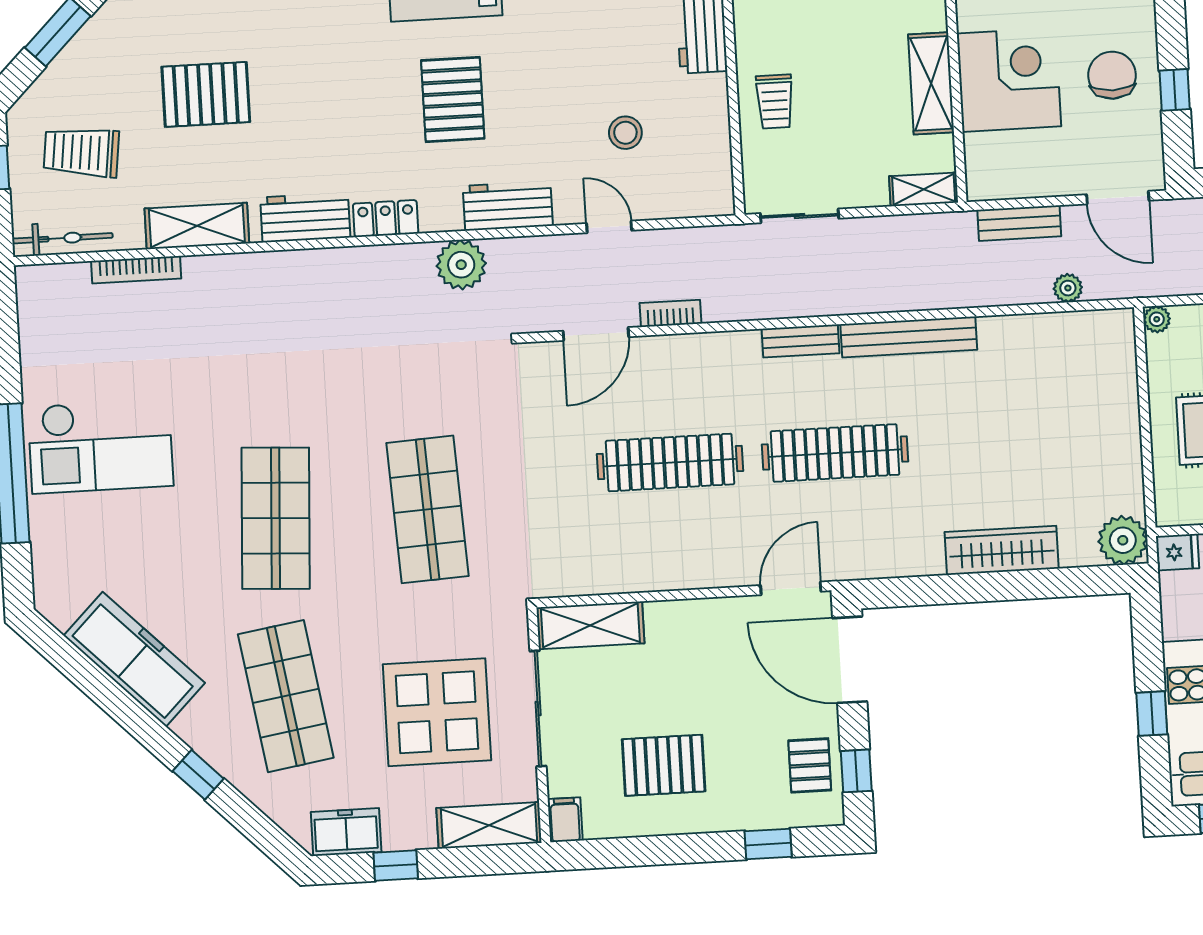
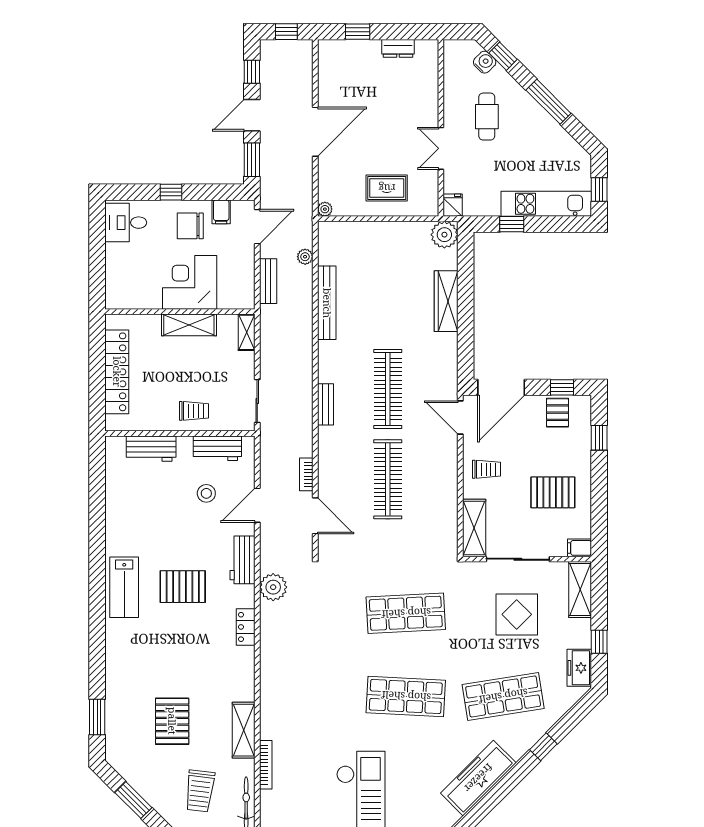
window: (1175, 90) -> (171, 192), moved
filing cabinet: (1141, 130) -> (221, 212), added
workbench: (305, 217) -> (217, 448), moved, turned -90
door: (609, 227) -> (257, 505), width x1.37
bench: (909, 337) -> (327, 303), moved
trolley: (699, 642) -> (487, 469), added
display table: (437, 712) -> (517, 614), width x0.73, depth x0.73
window: (1152, 714) -> (512, 224), moved
pallet: (664, 765) -> (553, 492), turned 90
pallet: (810, 765) -> (558, 413), turned 90

